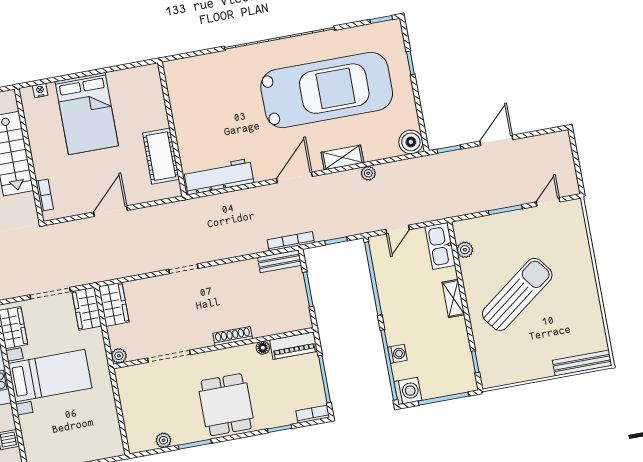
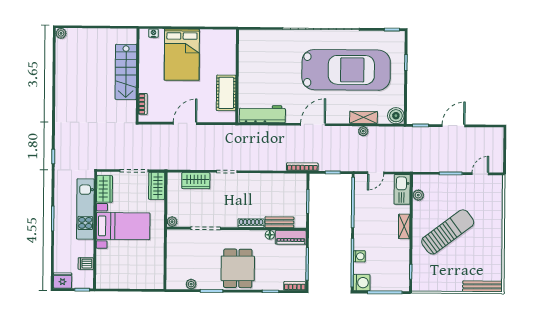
shelving: (342, 157) -> (363, 117), moved
bench: (280, 261) -> (279, 222), moved
wardrobe: (114, 304) -> (196, 181), moved, turned 90

